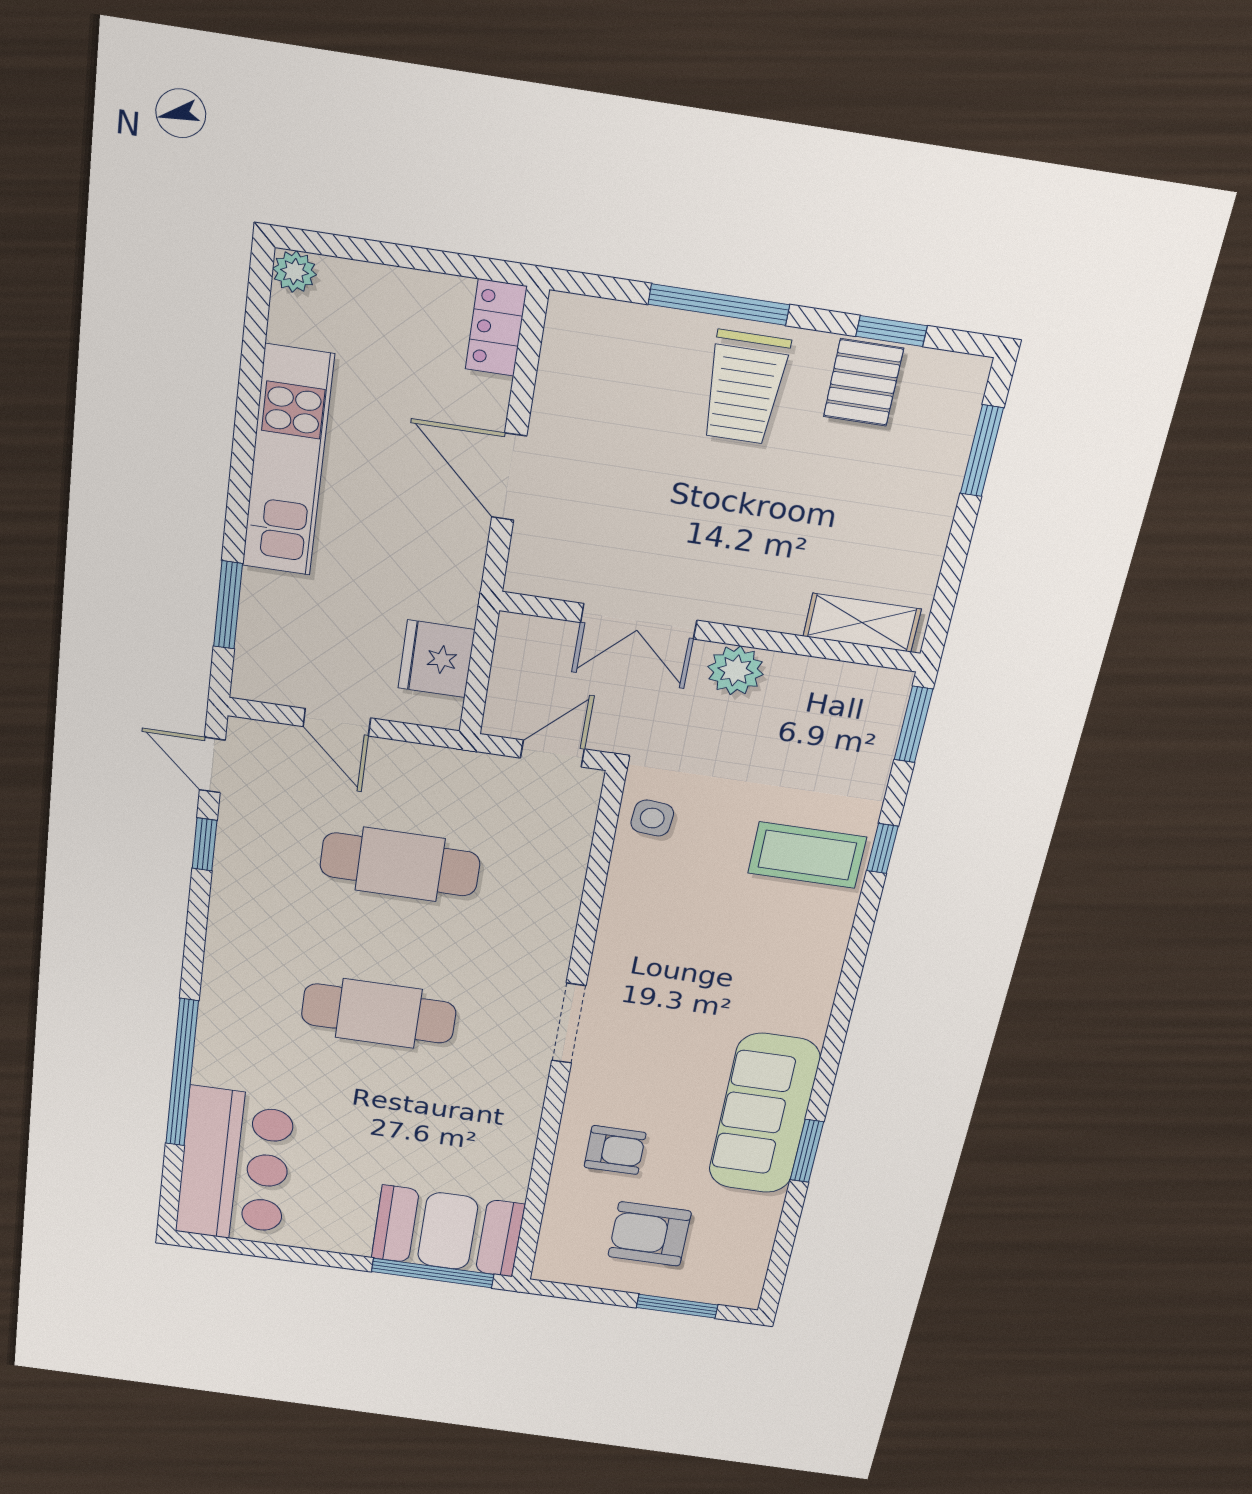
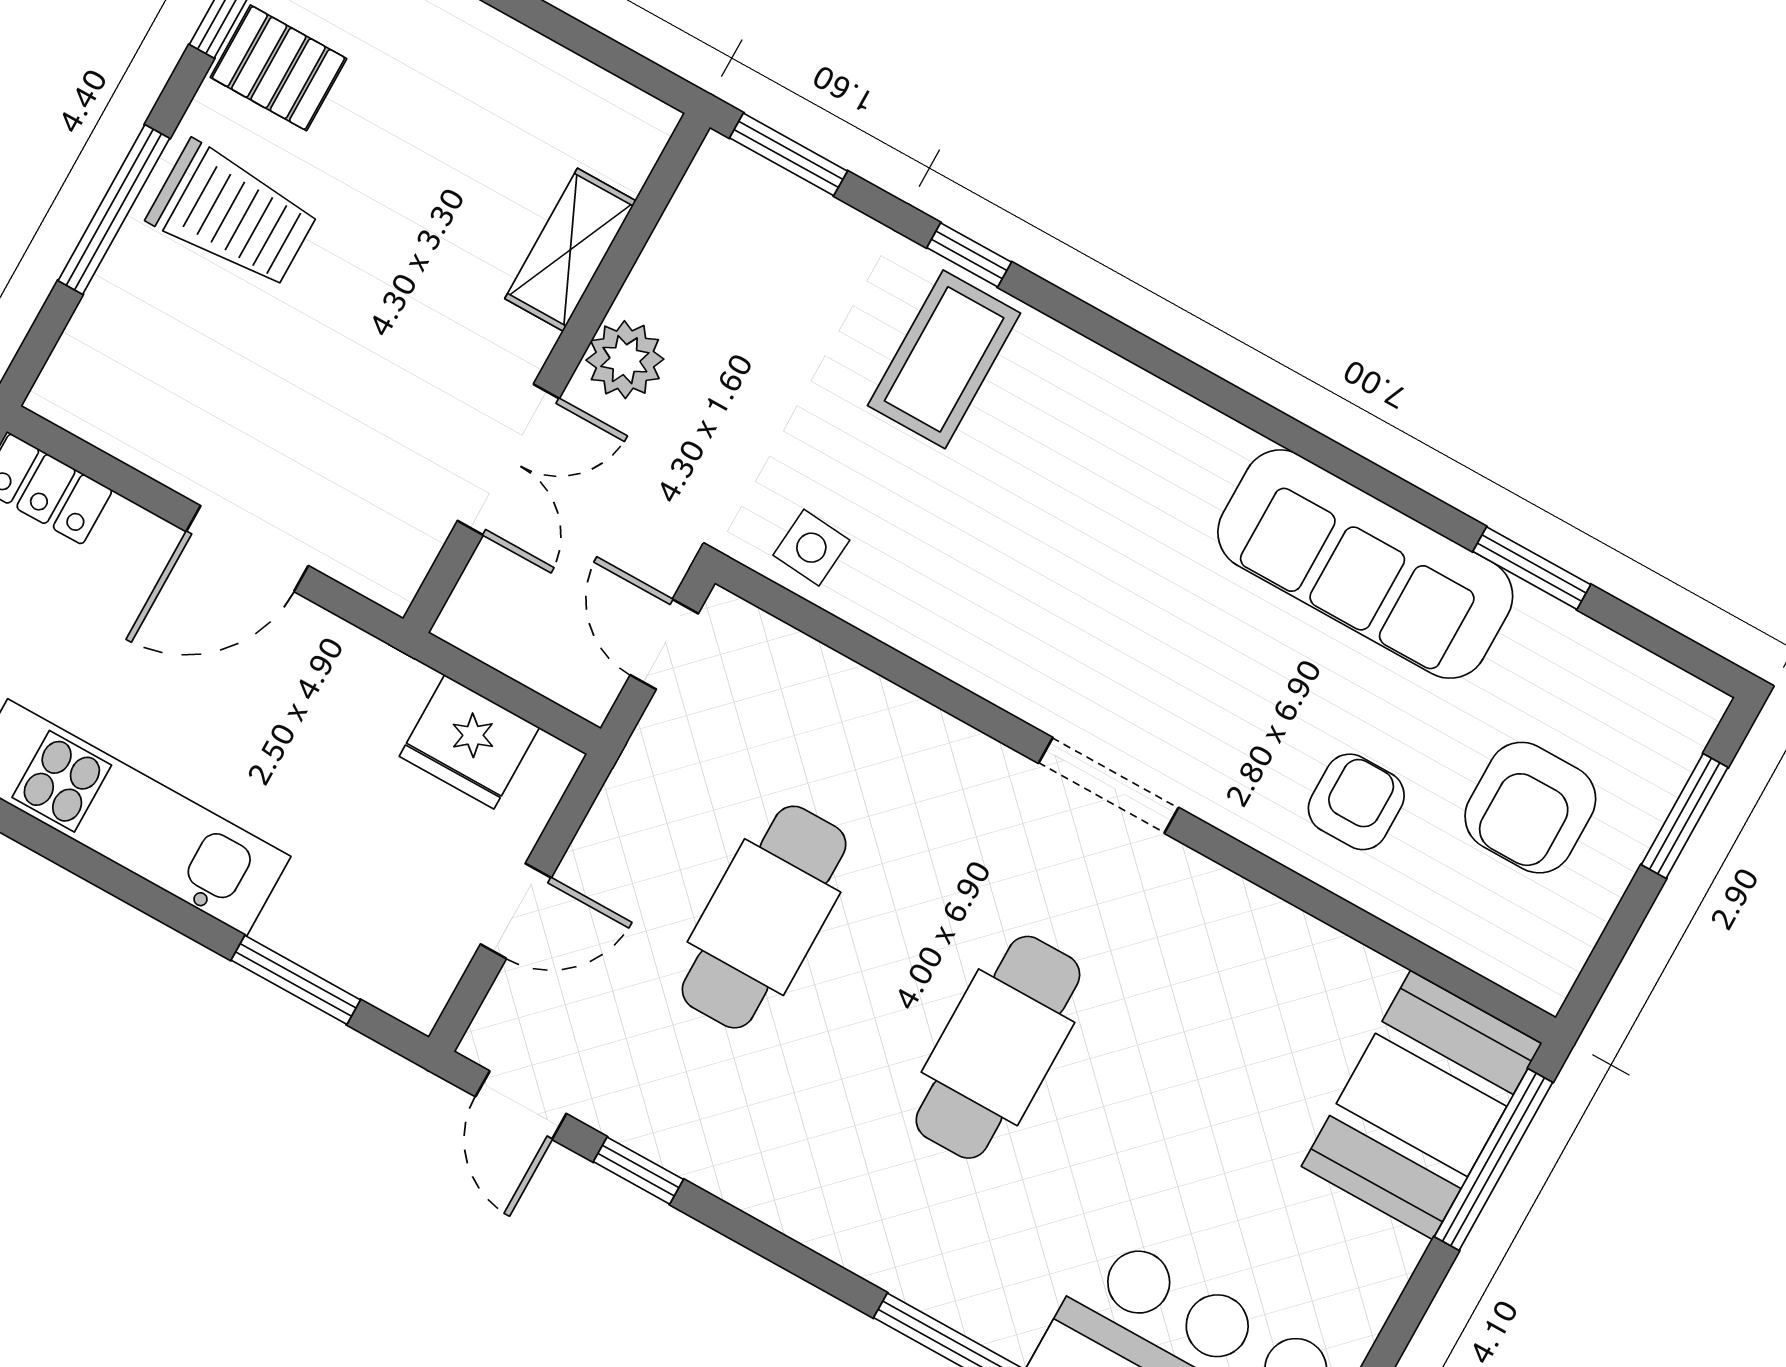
shelving: (862, 623) -> (570, 250), moved
door: (212, 765) -> (521, 1105), hinge flipped
window: (807, 1151) -> (1532, 568), moved

